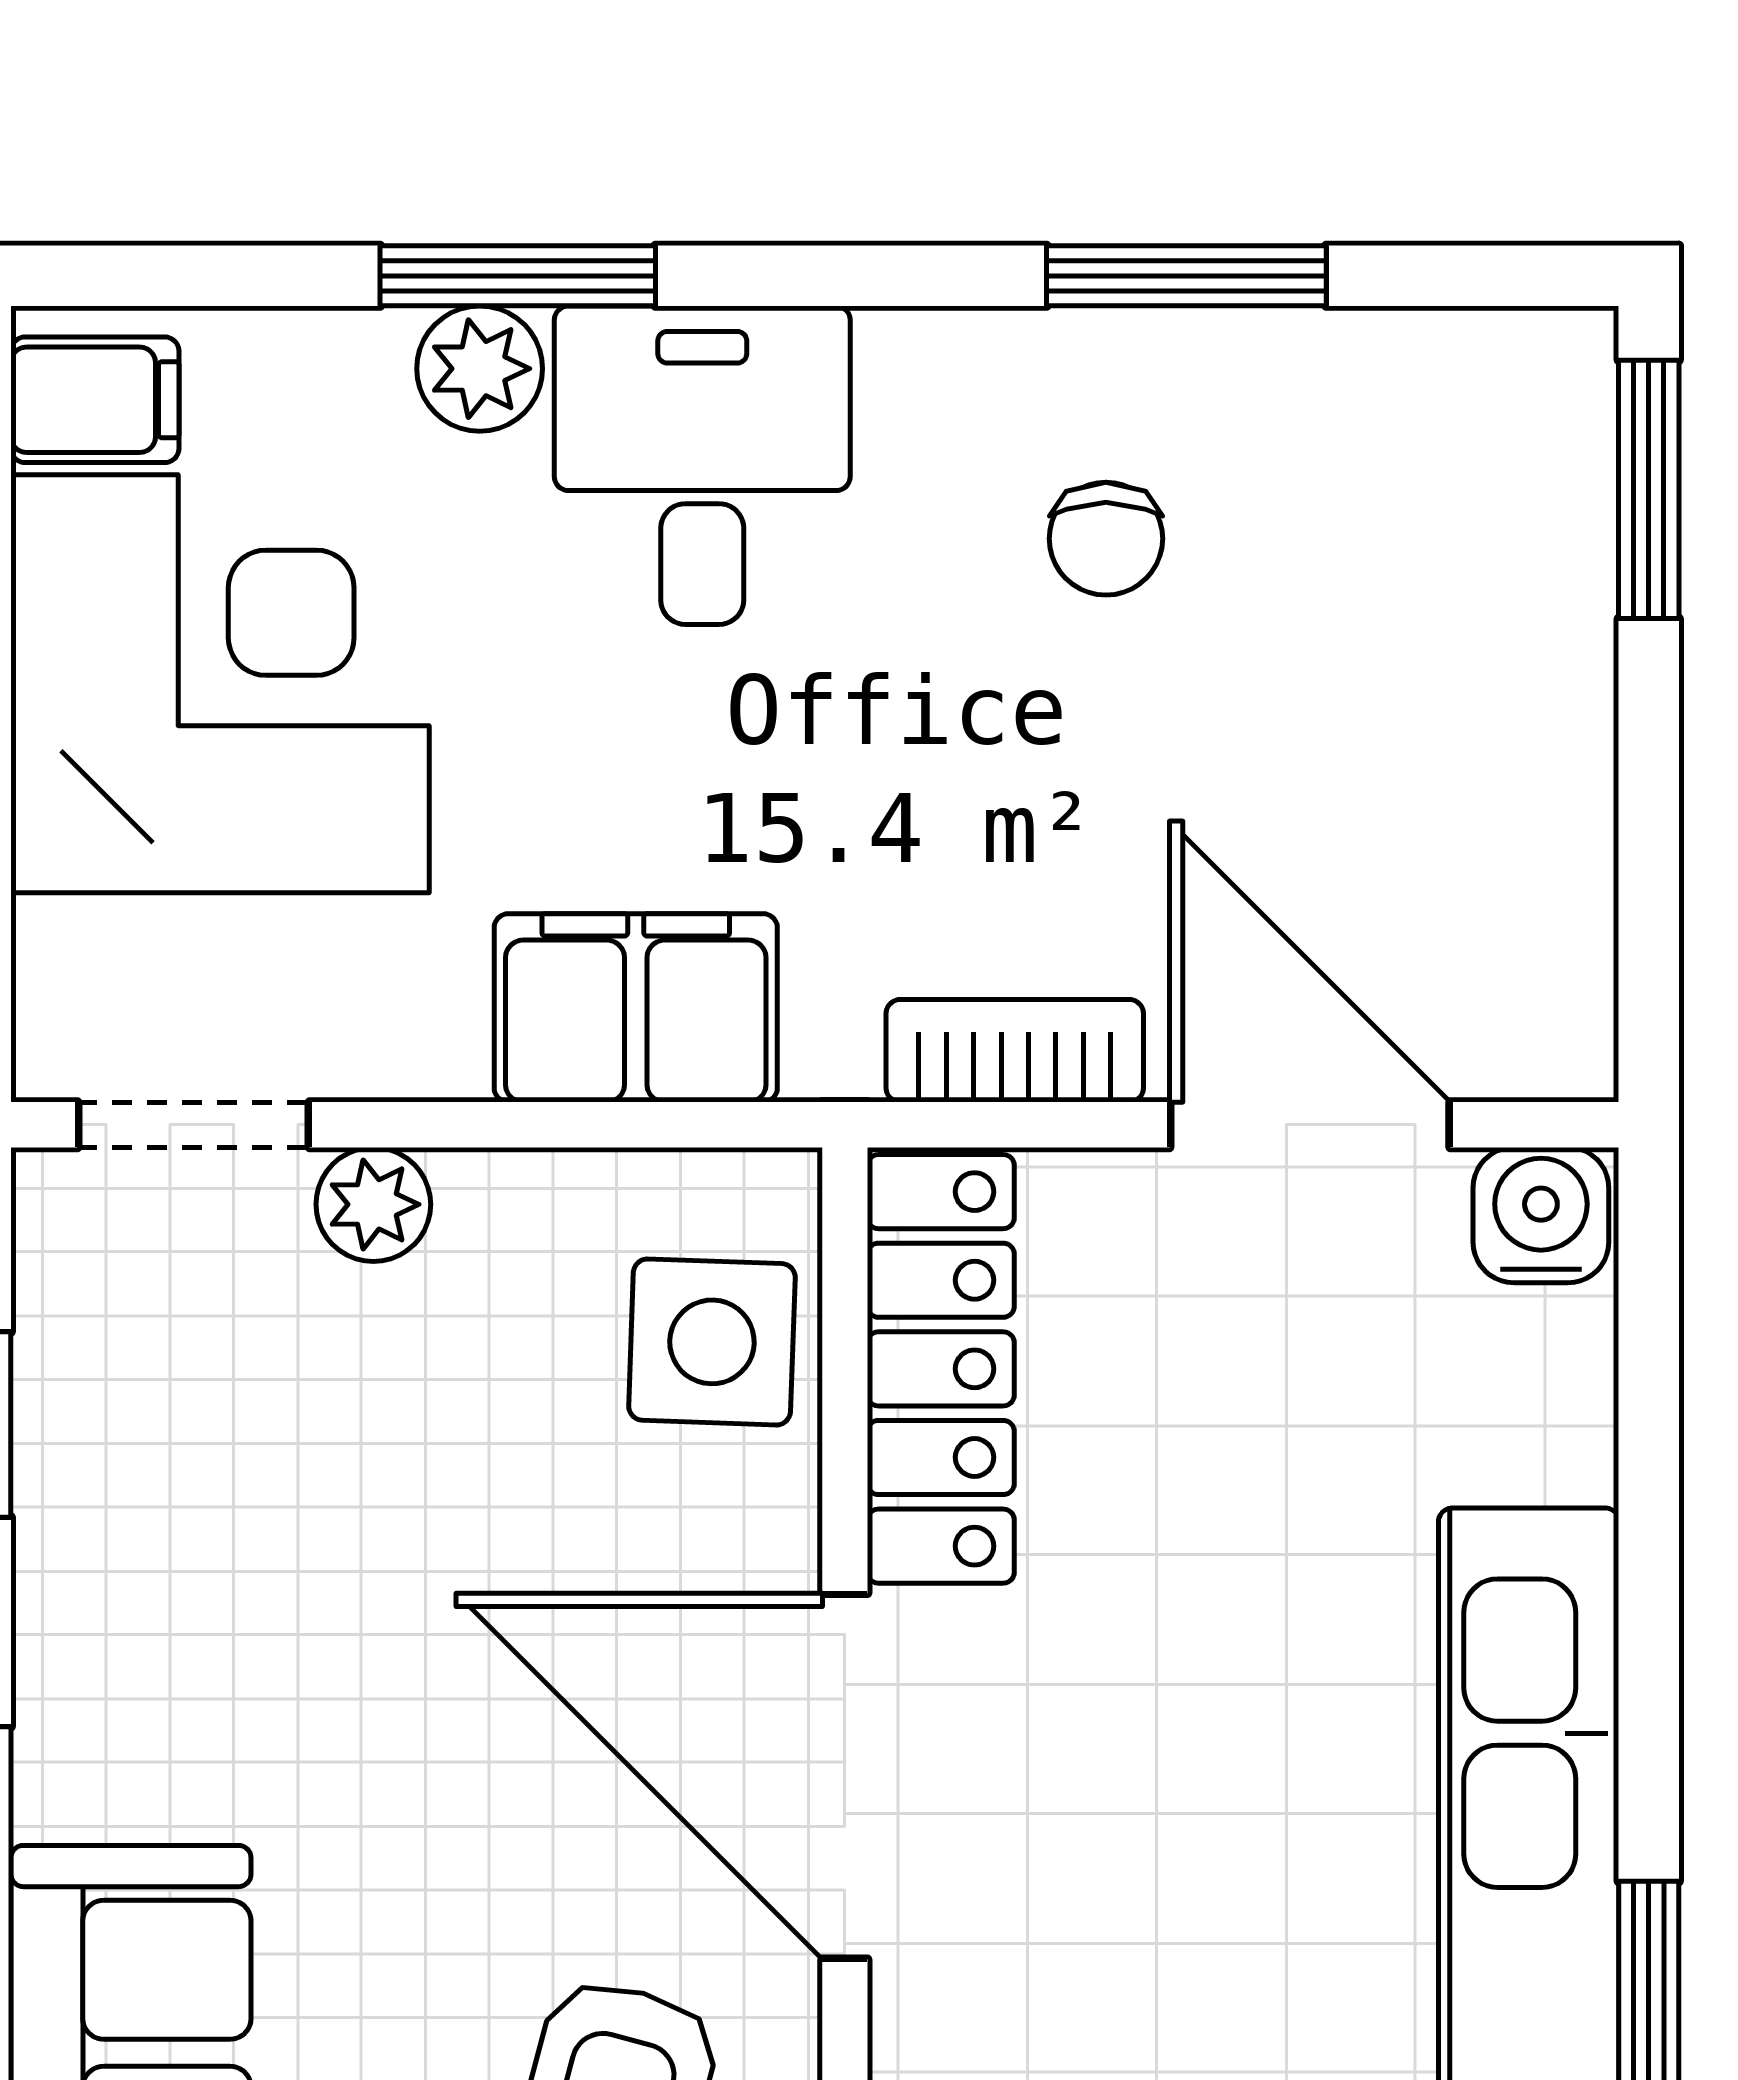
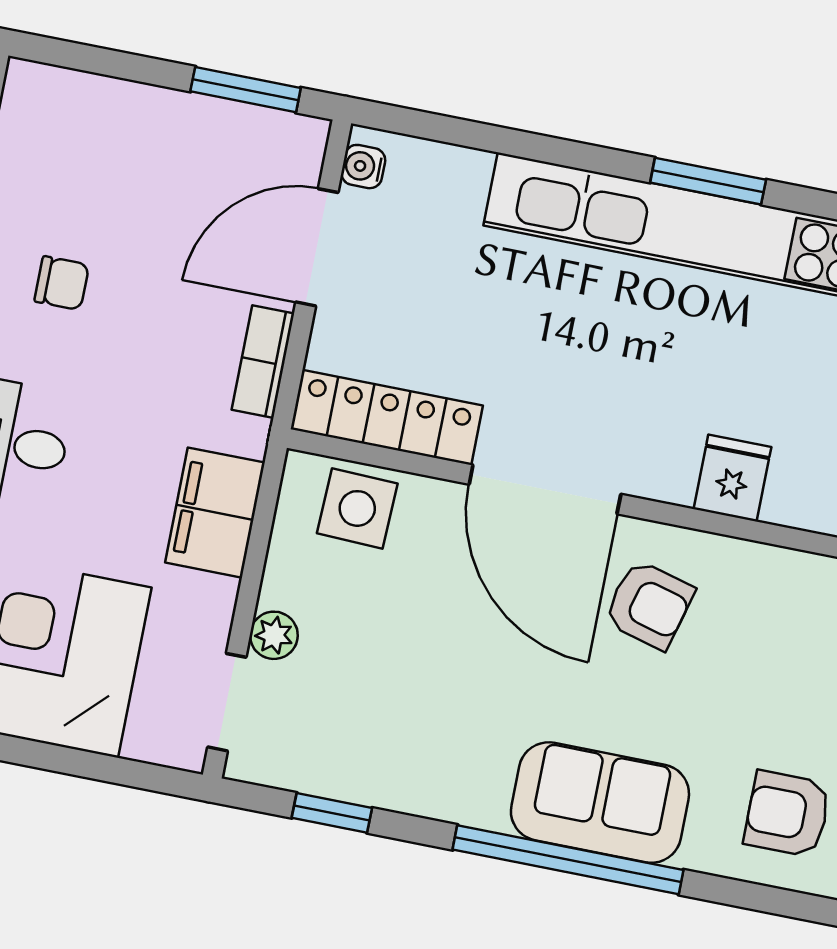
window: (1649, 489) -> (246, 90), moved
water cooler: (1541, 1215) -> (363, 167), width x0.72, depth x0.72
door: (845, 1776) -> (545, 489), hinge flipped

